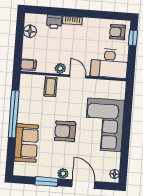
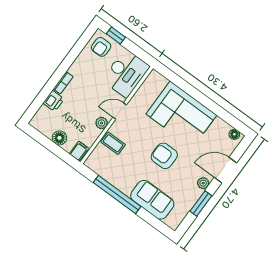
floor lamp: (30, 31) -> (59, 138), moved
armchair: (65, 131) -> (164, 156), turned 90

